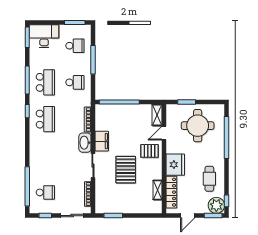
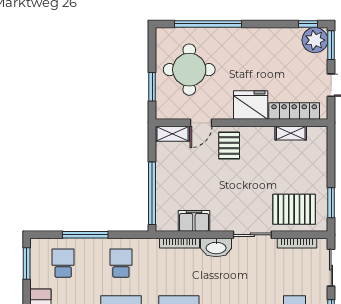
door: (164, 133) -> (201, 123), hinge flipped
filing cabinet: (102, 141) -> (194, 221), moved
pallet: (126, 170) -> (294, 209), moved
cafe table: (209, 179) -> (273, 51), removed

